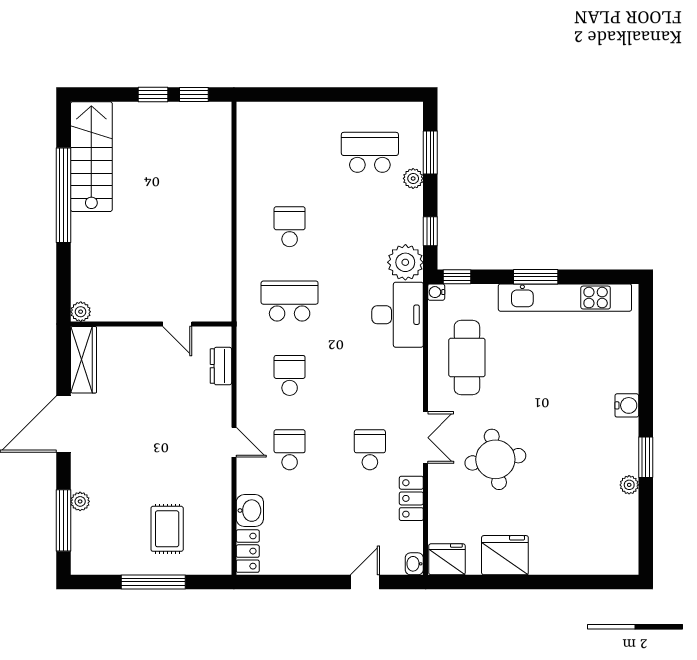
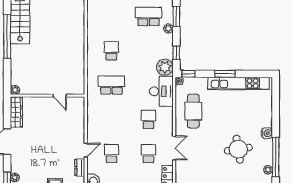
dresser: (221, 366) -> (80, 167), moved
school desk: (290, 375) -> (148, 119), moved
door: (234, 442) -> (86, 150), hinge flipped
window: (646, 457) -> (276, 157), width x2.11
round table: (495, 459) -> (238, 149), moved

